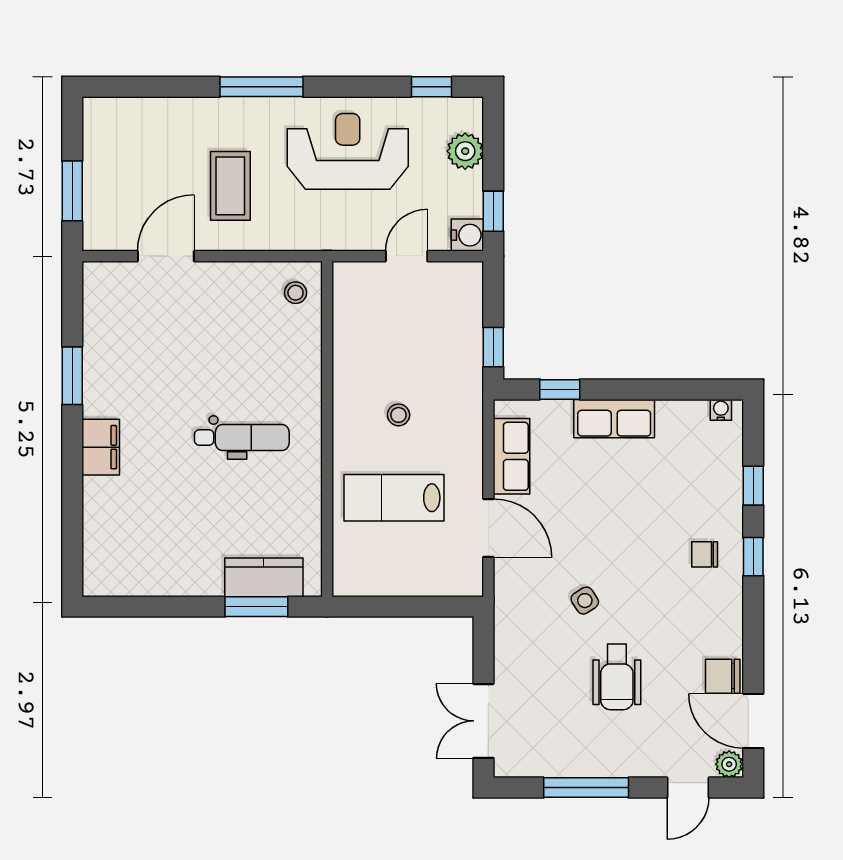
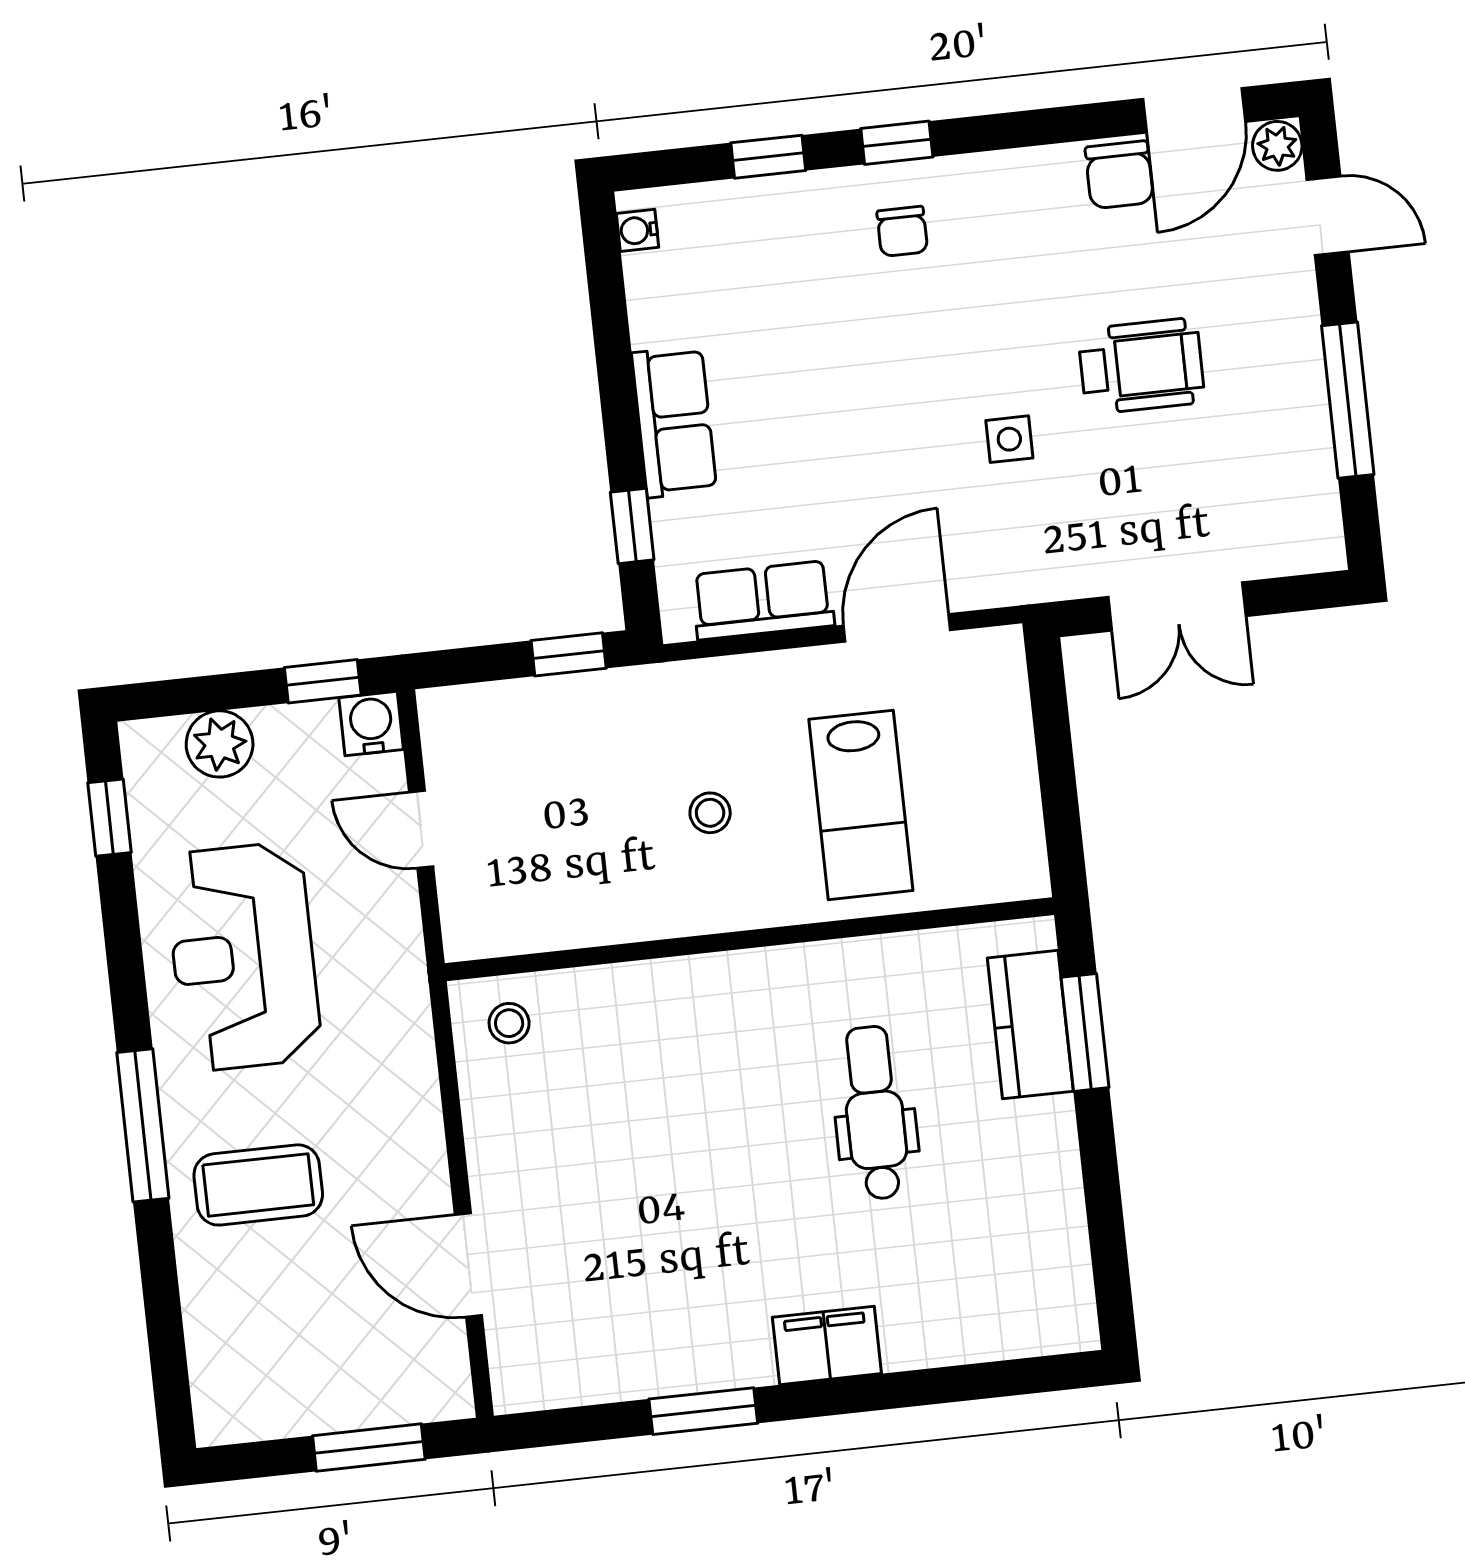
coffee table: (230, 186) -> (258, 1185), moved
dental chair: (242, 438) -> (875, 1113), moved
side table: (585, 601) -> (1009, 439), turned 33
double door: (483, 721) -> (1177, 606), moved

